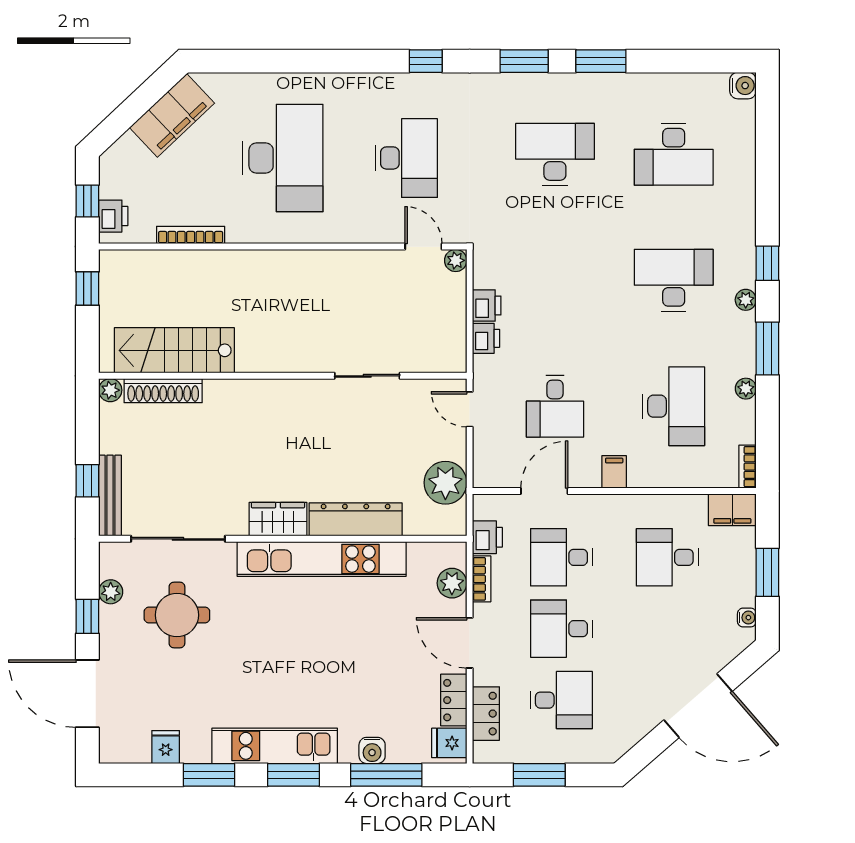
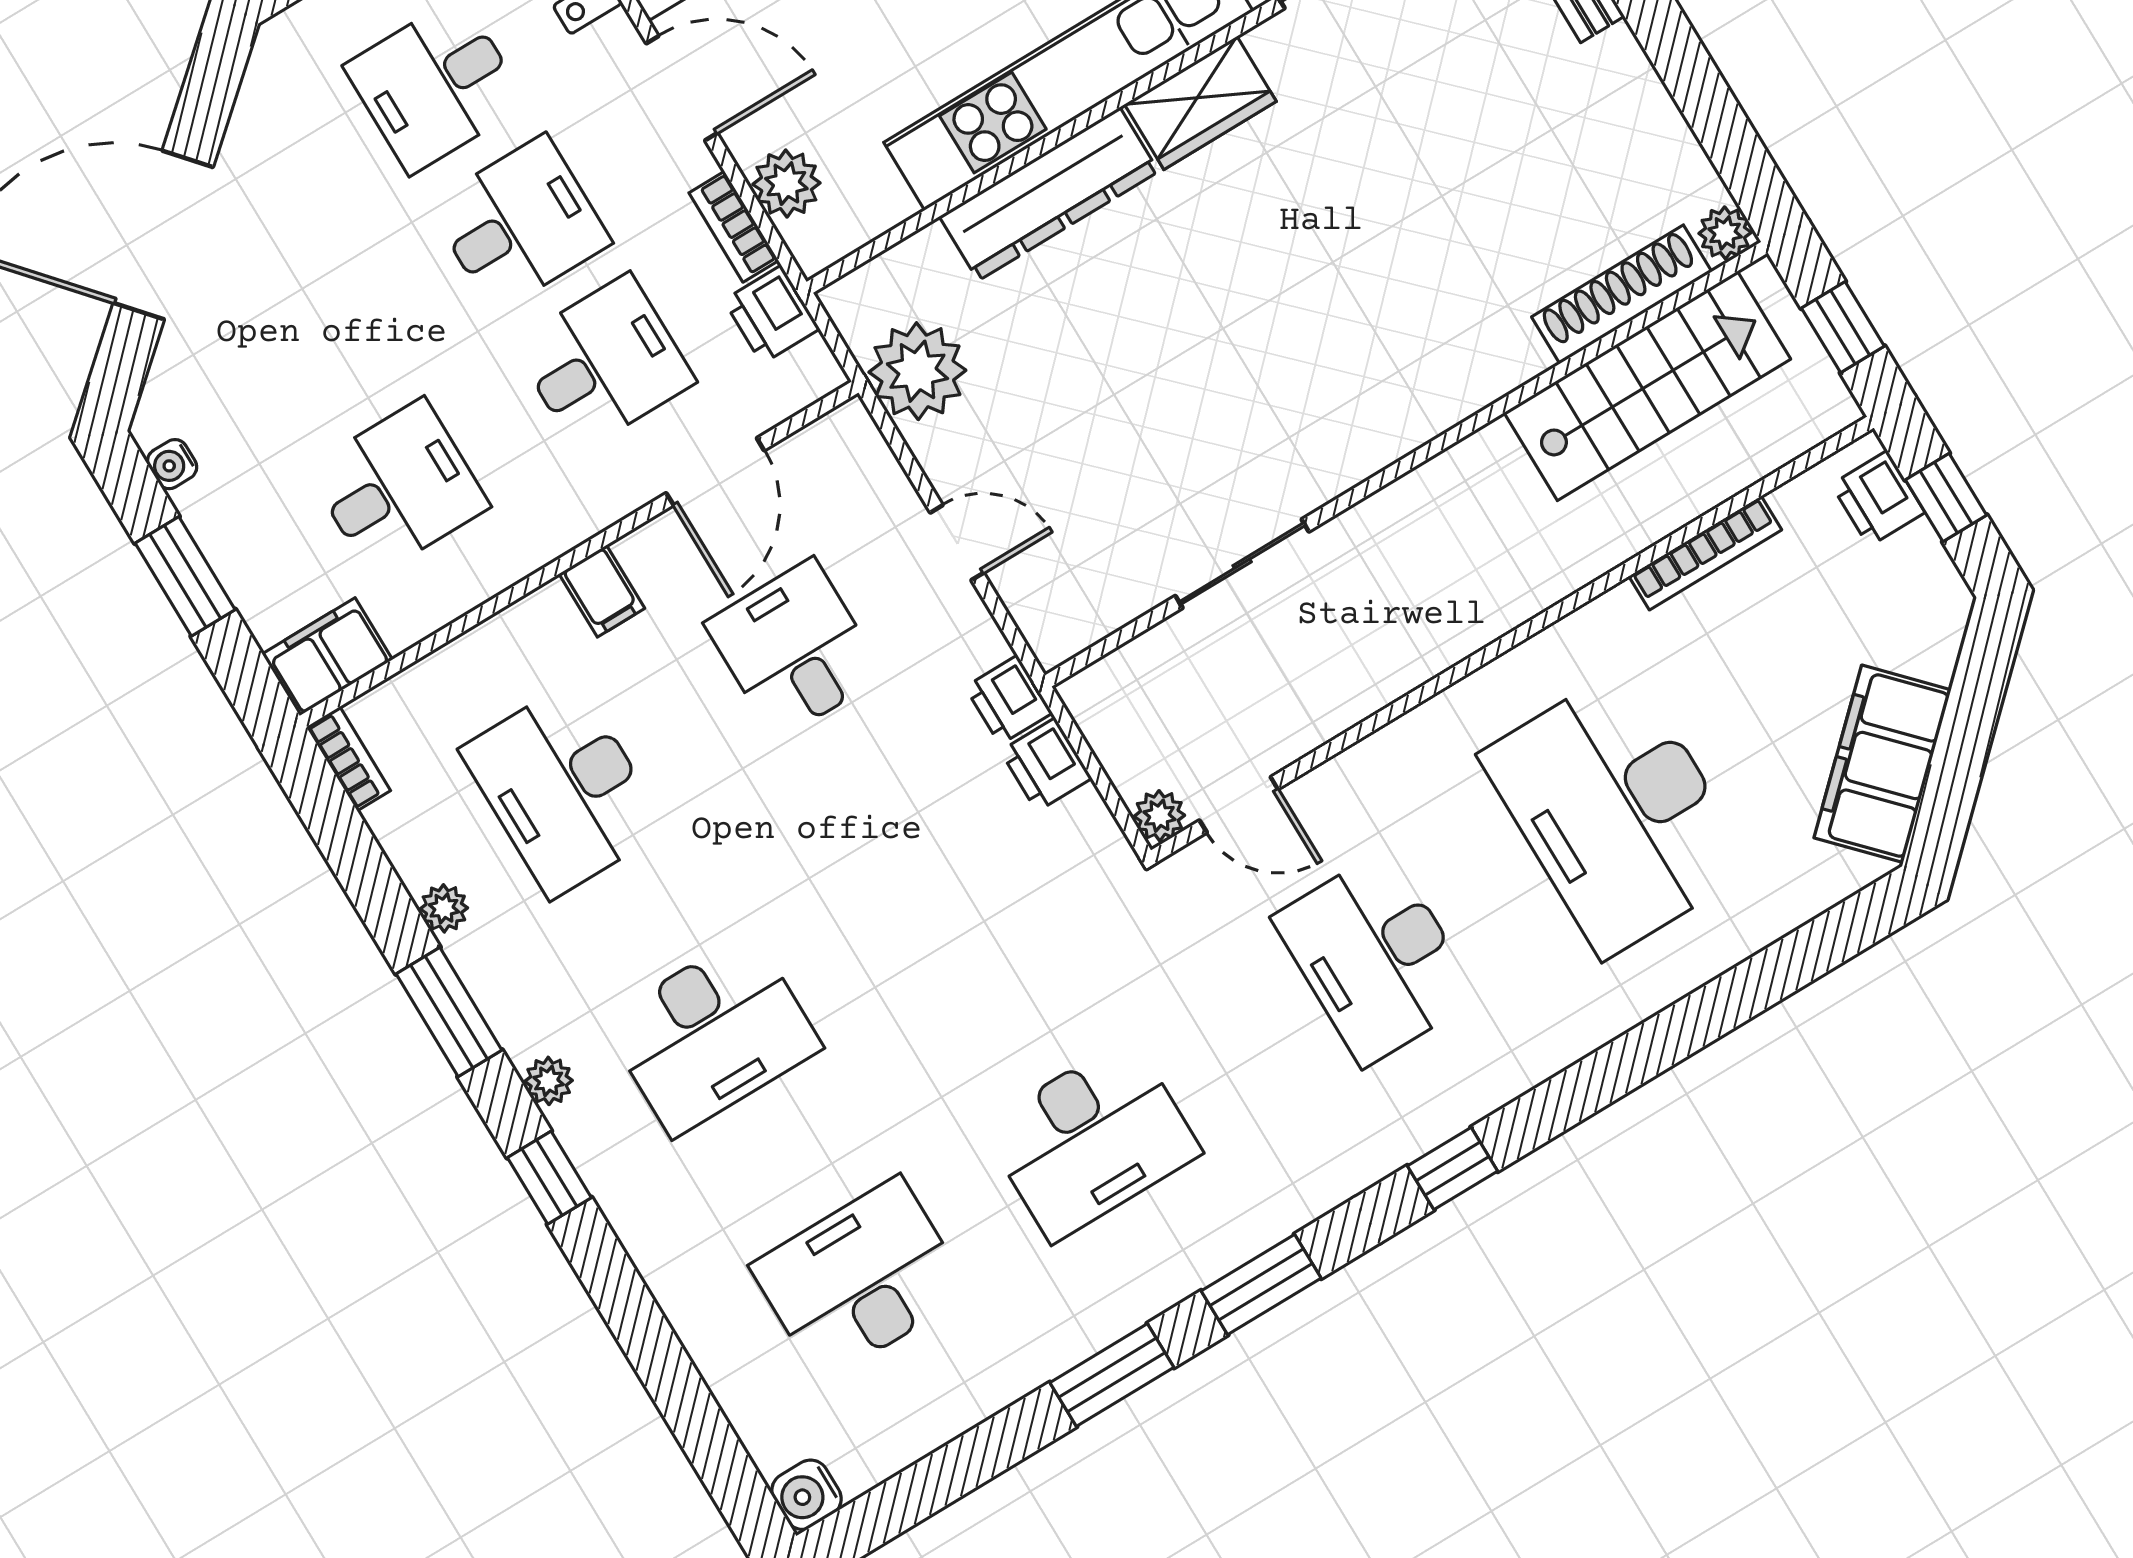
stairs: (174, 350) -> (1647, 386), moved
wall: (283, 376) -> (1406, 464), moved
sliding door: (367, 376) -> (1242, 564), moved
plant: (110, 390) -> (1725, 233), moved
shoe rack: (163, 391) -> (1622, 294), moved

